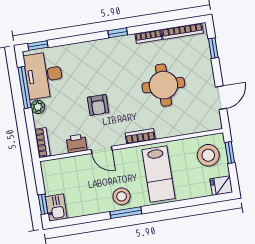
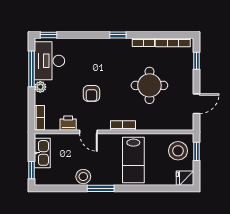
stool: (122, 196) -> (83, 177), moved
kitchen sink: (56, 208) -> (42, 153), moved, width x1.38

